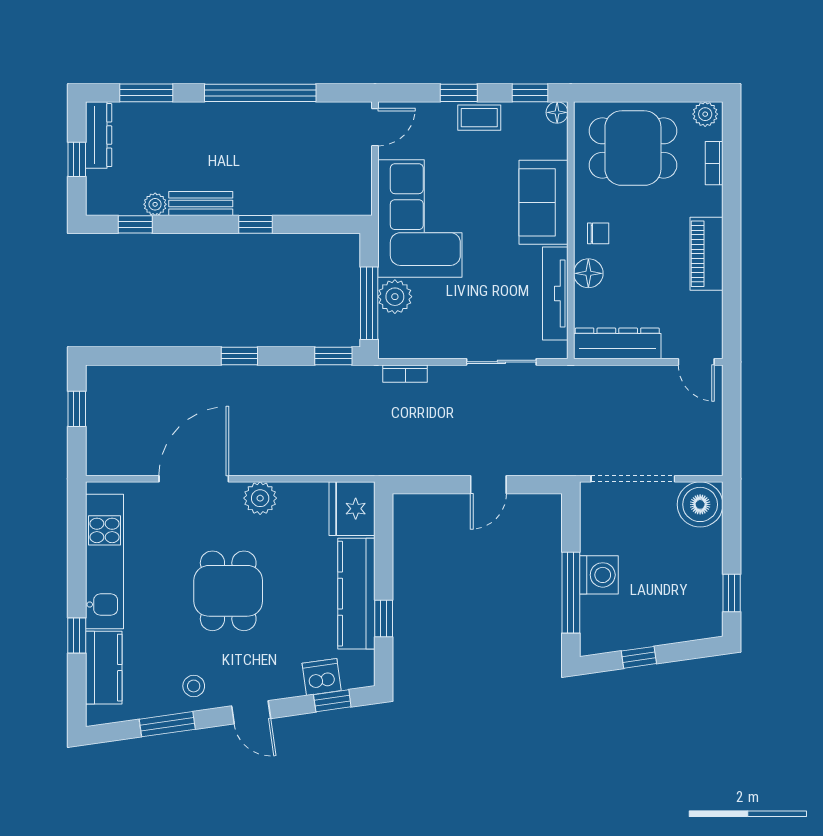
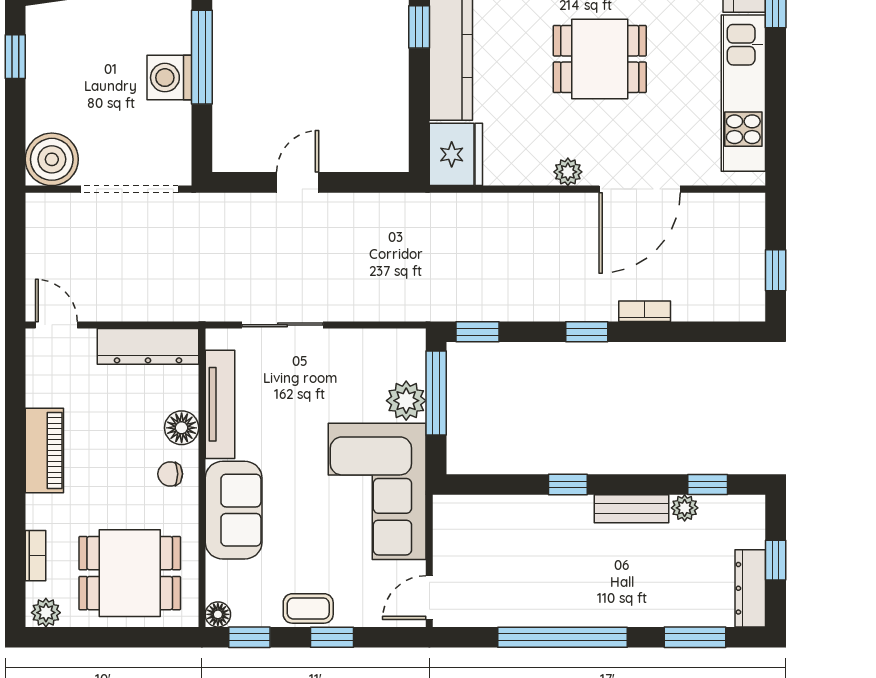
bookcase: (405, 374) -> (645, 311), moved
plant: (260, 498) -> (568, 172), width x0.73, depth x0.73
dining table: (228, 591) -> (600, 59), turned 90

